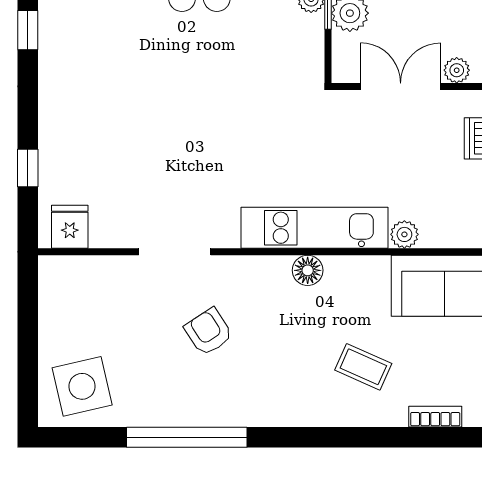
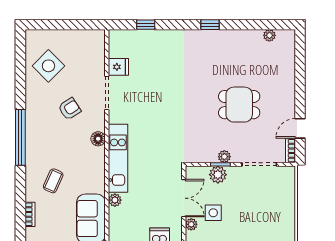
side table: (432, 23) -> (213, 213), added
fridge: (70, 227) -> (118, 67), moved
floor lamp: (308, 270) -> (98, 139), moved
side table: (82, 386) -> (48, 66), moved, turned -32
window: (187, 437) -> (20, 137), moved

